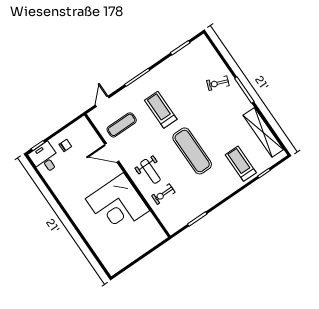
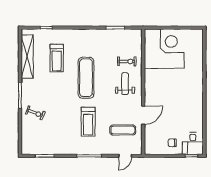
door: (112, 153) -> (143, 115), hinge flipped
treadmill: (241, 164) -> (57, 58), moved
corner desk: (117, 205) -> (164, 49), moved

